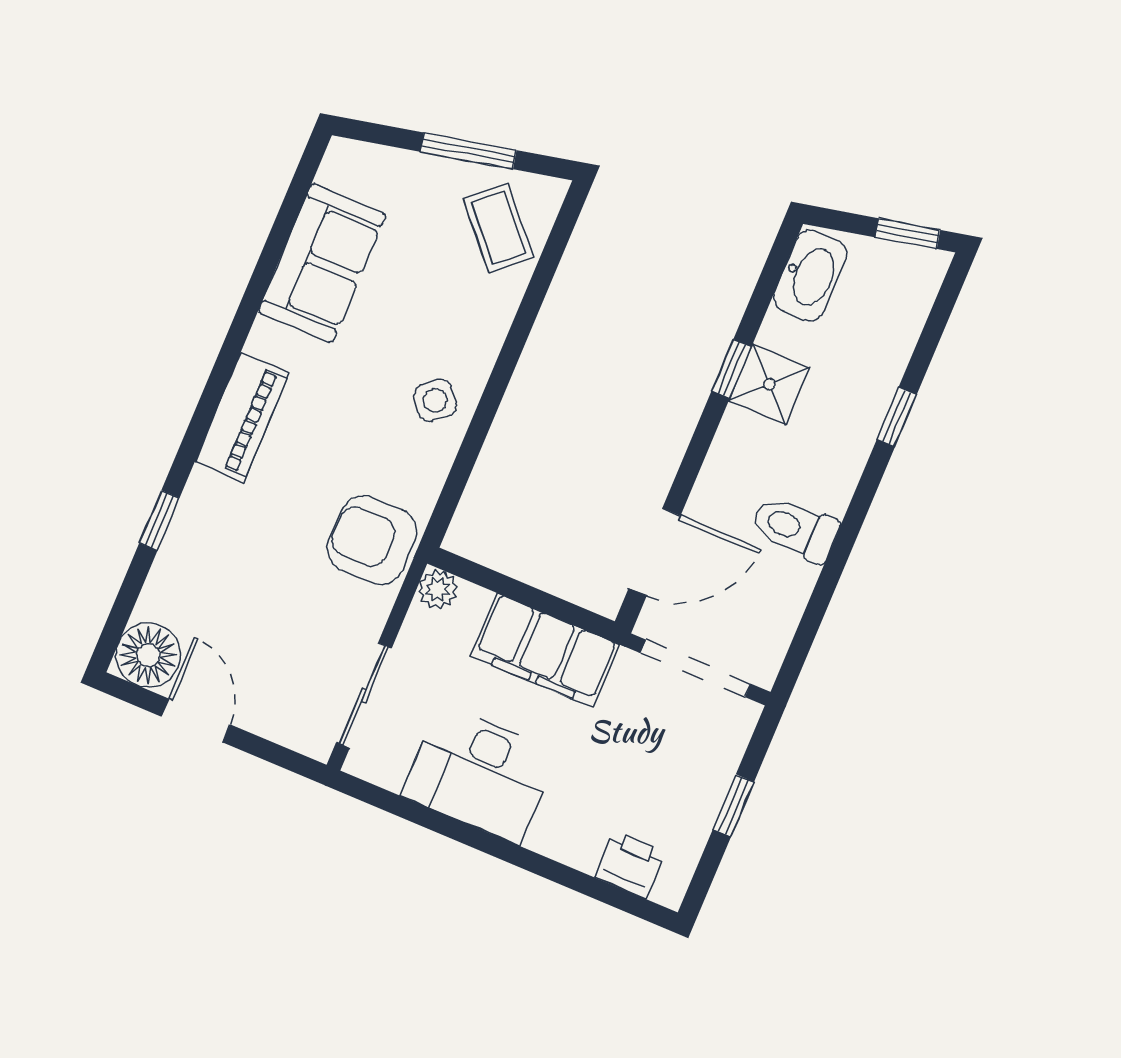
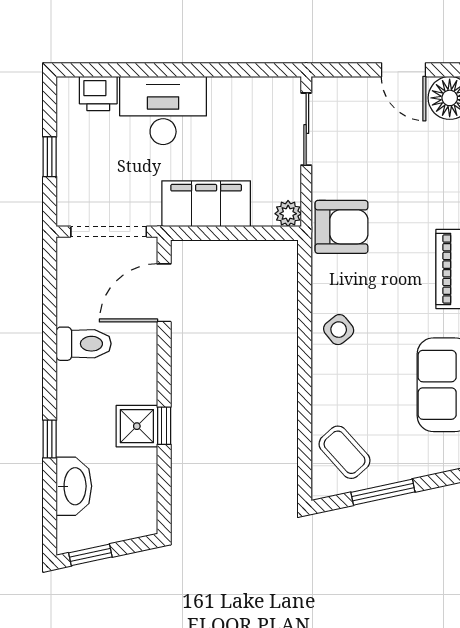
washbasin: (810, 275) -> (74, 486), moved, turned 180
desk: (480, 774) -> (163, 110), moved

